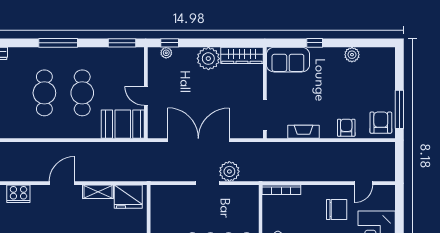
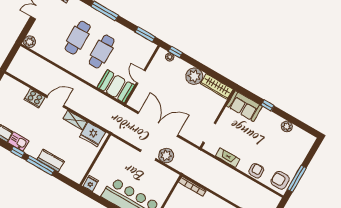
armchair: (381, 123) -> (280, 180), turned -90
cooker: (18, 194) -> (35, 98), moved

